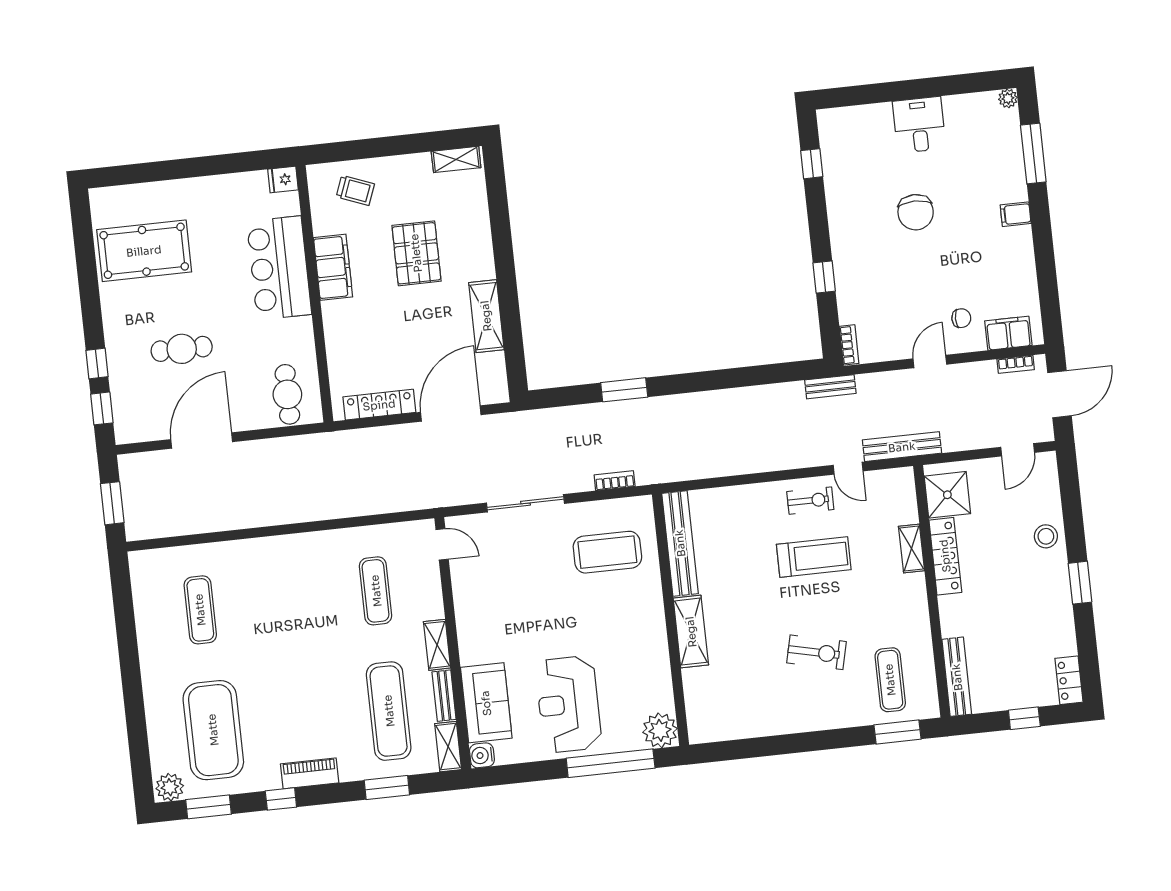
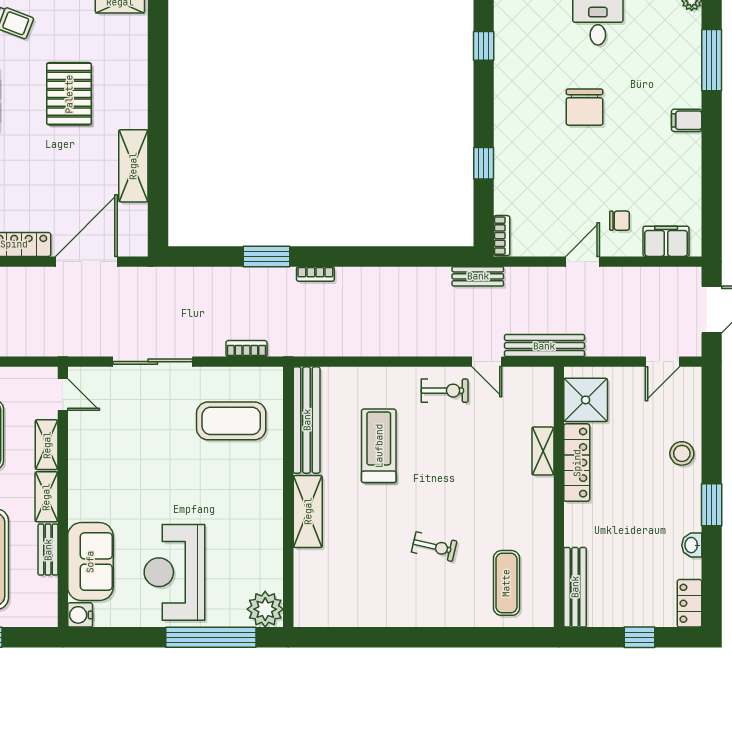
bookcase: (1016, 364) -> (315, 274), moved
treadmill: (814, 557) -> (379, 446), moved, turned -90
washbasin: (1065, 624) -> (692, 545), added
exercise bike: (817, 652) -> (434, 547), width x0.73, depth x0.72
window: (897, 732) -> (508, 637), removed
shelving: (448, 747) -> (47, 445), moved

